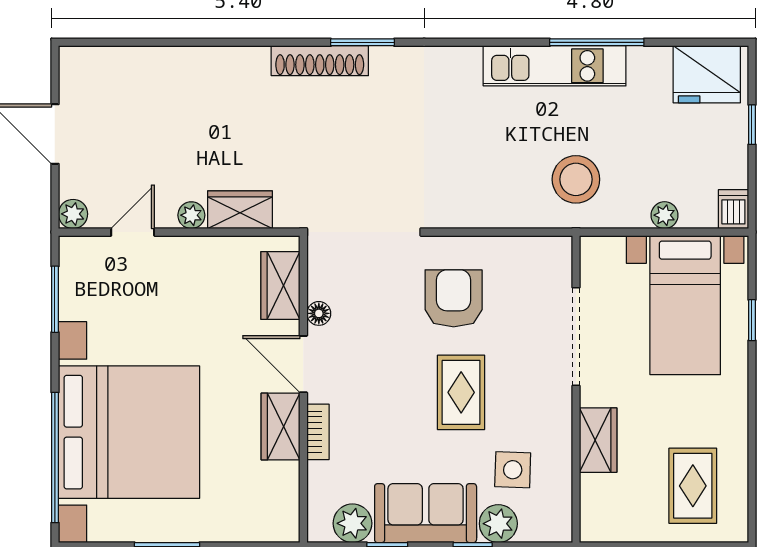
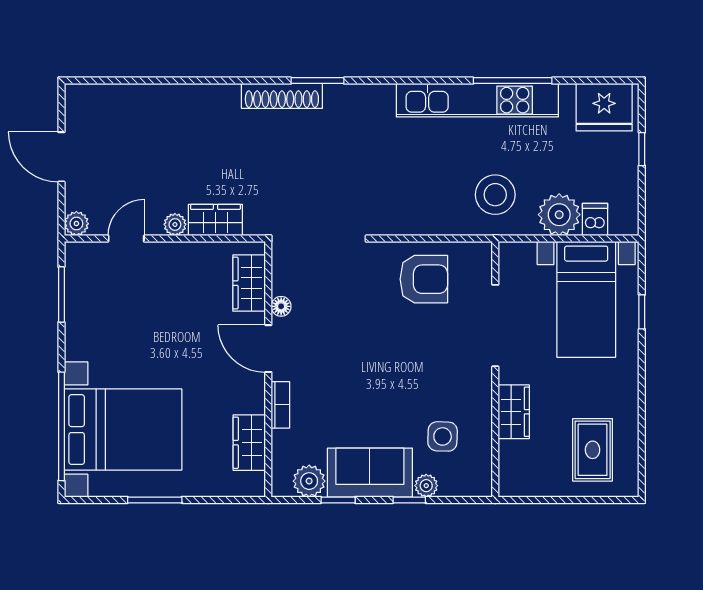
kitchen unit: (555, 66) -> (477, 100), width x1.36
dishwasher: (733, 209) -> (595, 219), moved
plant: (665, 215) -> (559, 215), width x1.88, depth x1.88
armchair: (454, 298) -> (424, 279), moved, turned 90
rug: (461, 392) -> (400, 372), removed
wardrobe: (281, 426) -> (249, 443), moved
bed with nightstands: (129, 432) -> (123, 430), width x0.73
plant: (498, 524) -> (426, 486), width x0.73, depth x0.73

